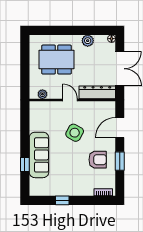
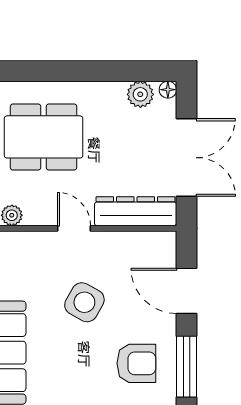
plant: (88, 41) -> (140, 94), moved
door: (120, 128) -> (186, 291), hinge flipped
window: (120, 161) -> (186, 367), width x1.44

